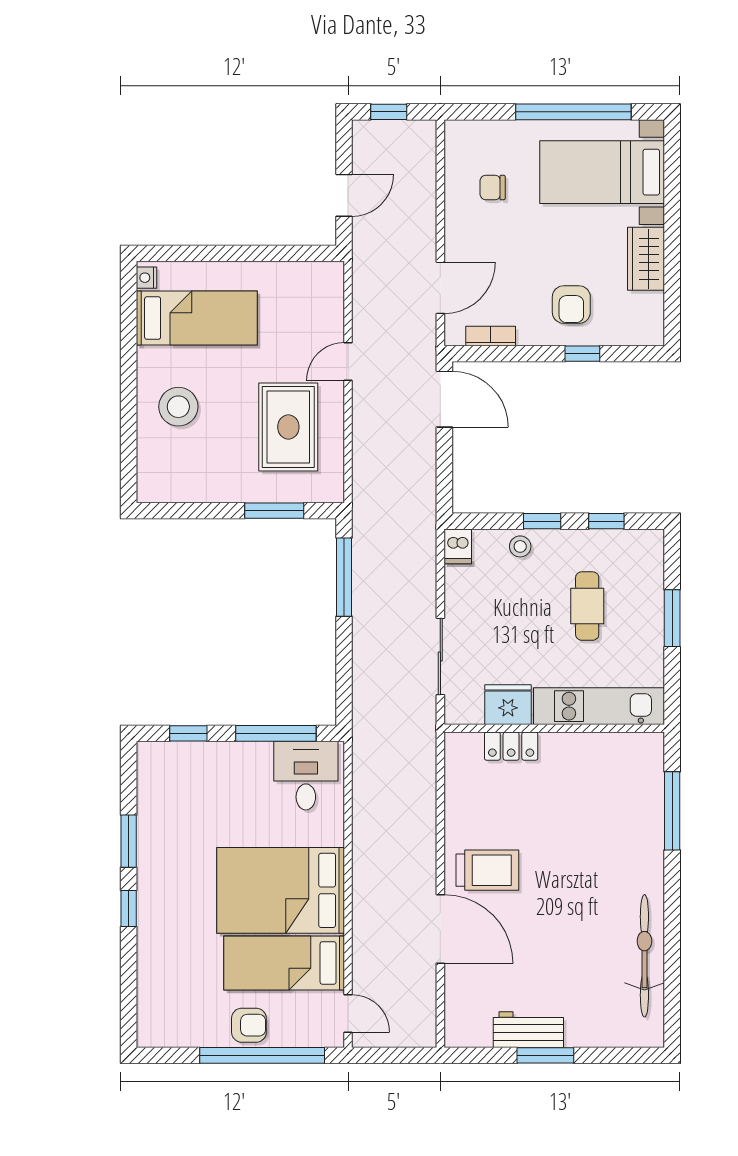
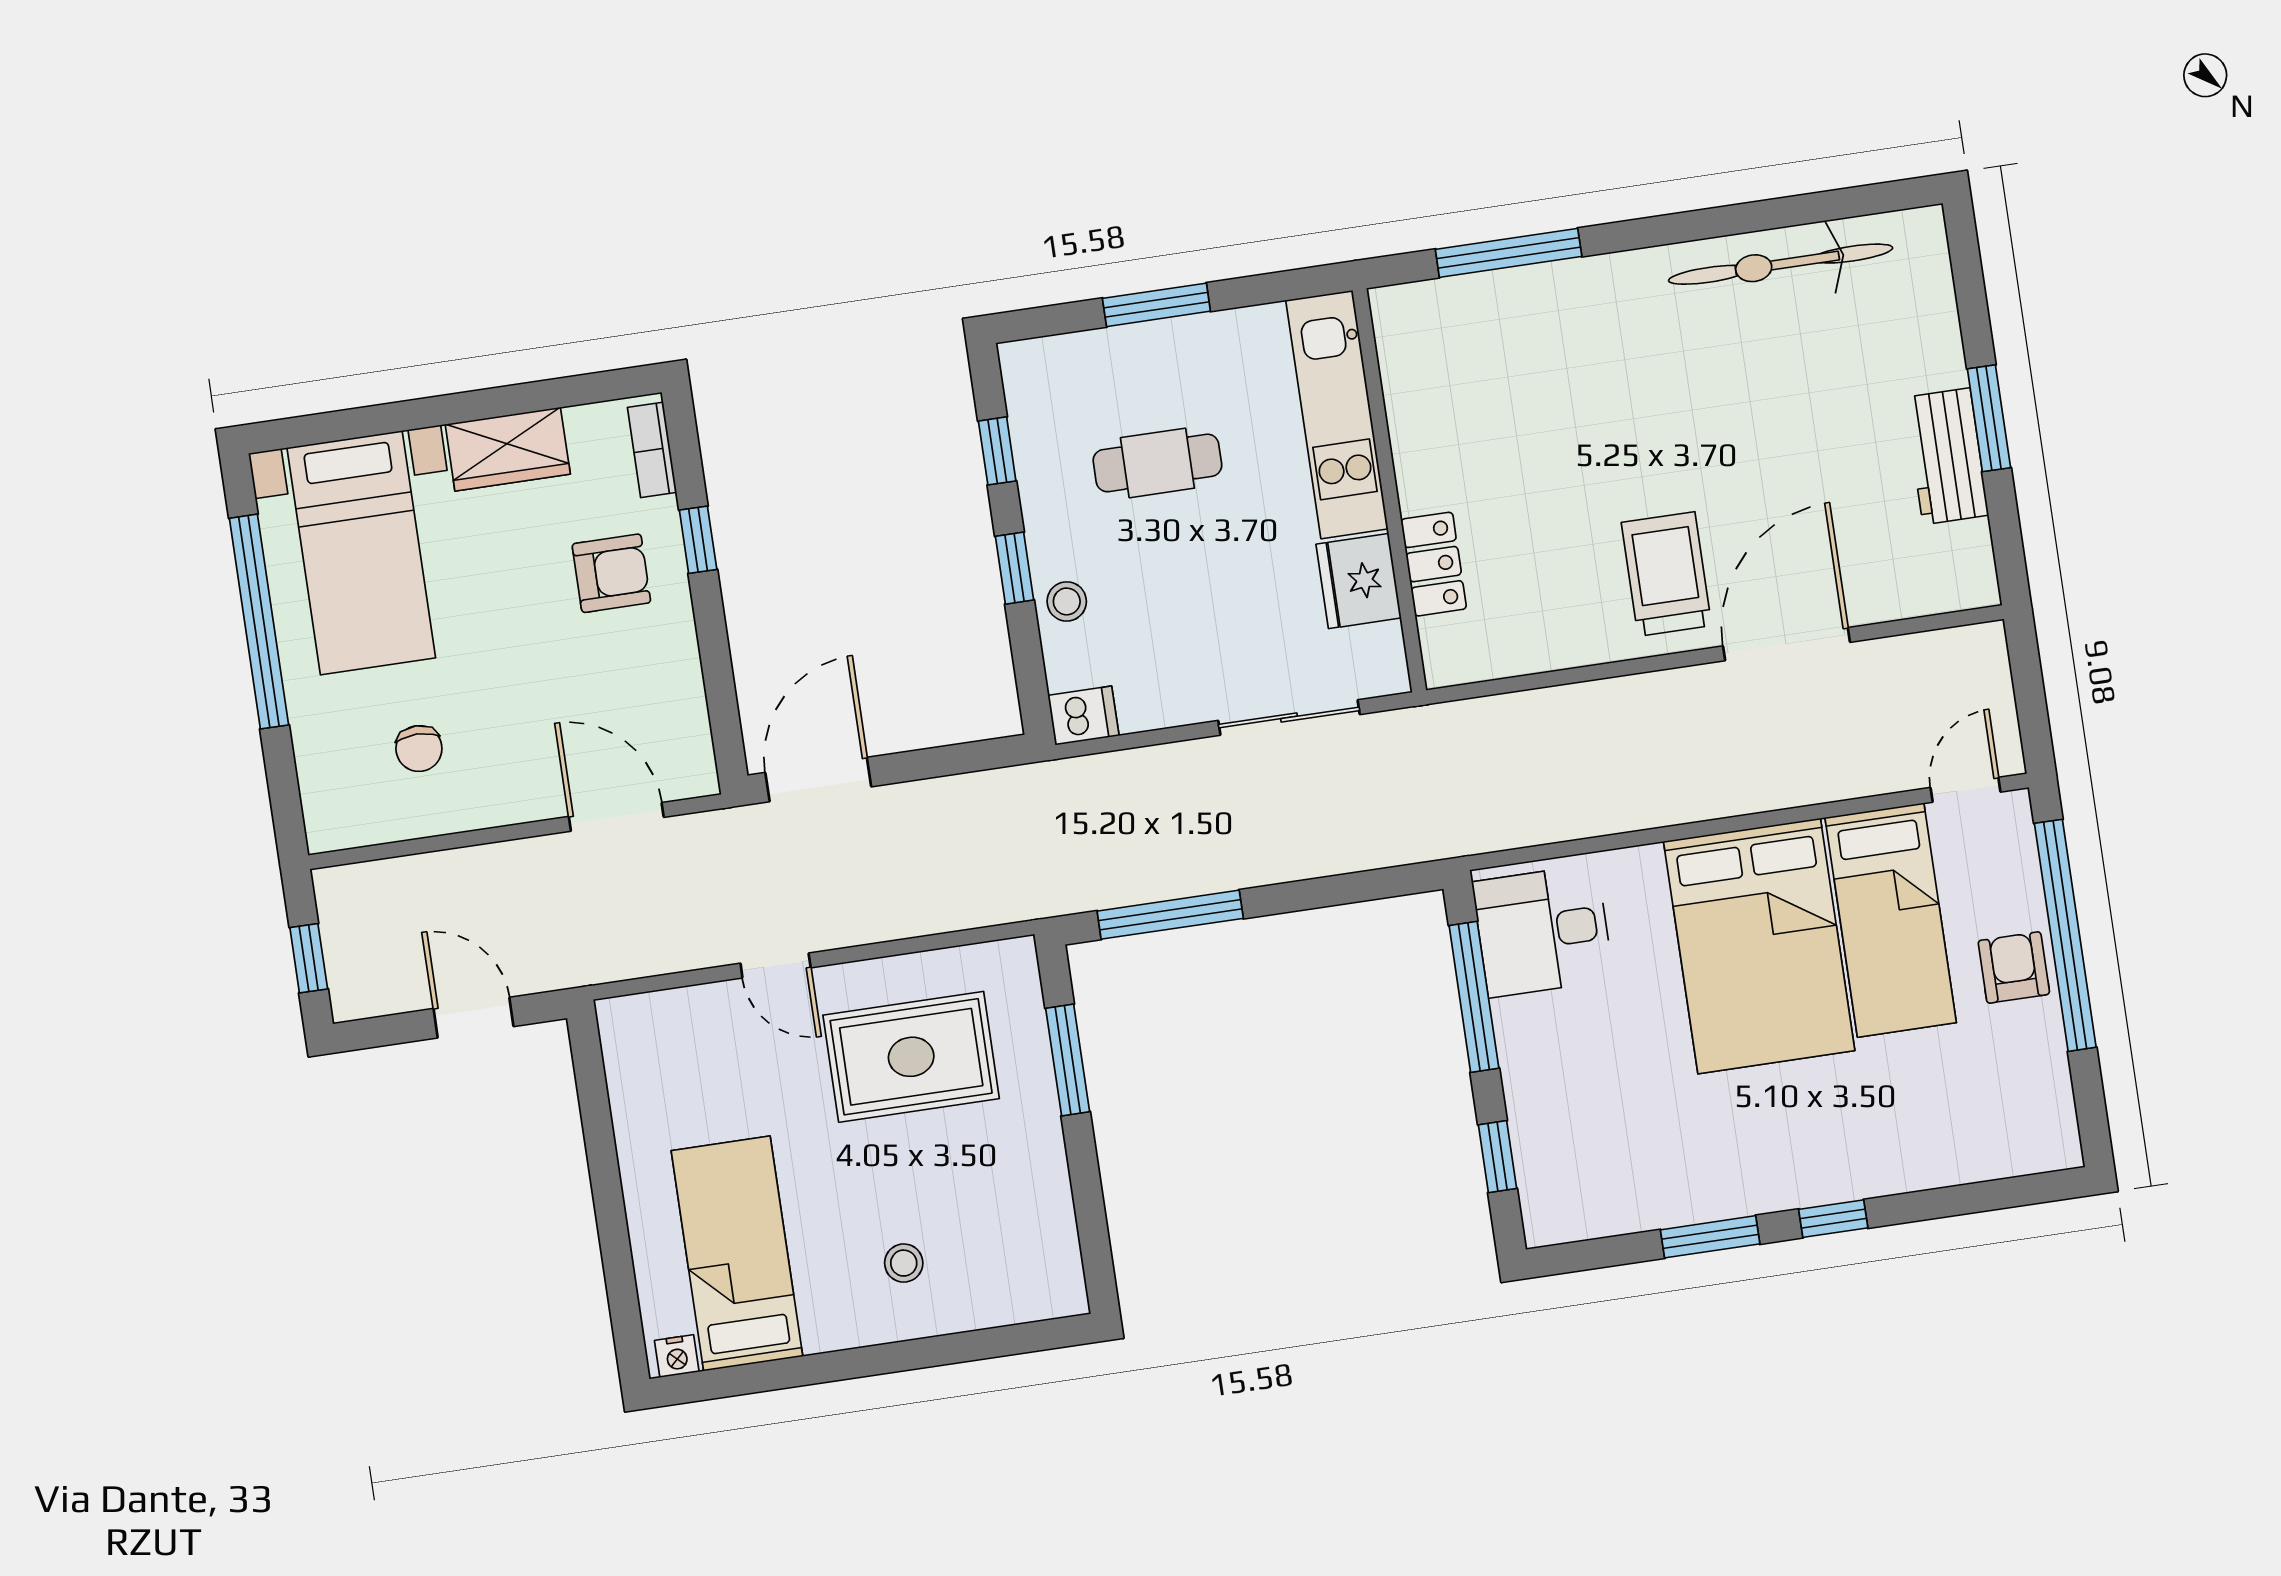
bookcase: (491, 336) -> (652, 450), moved
stool: (178, 407) -> (904, 1263), width x0.53, depth x0.53

